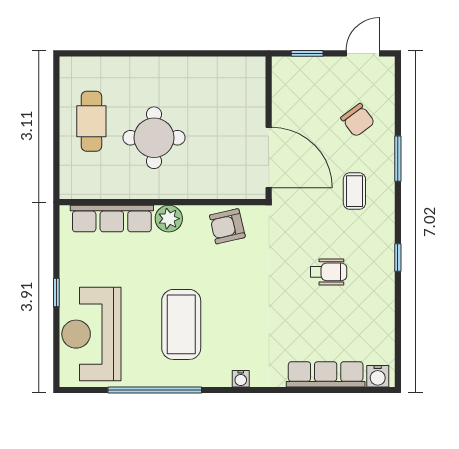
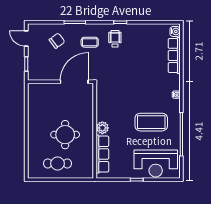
armchair: (227, 226) -> (106, 101), removed
wheelchair: (328, 272) -> (115, 39), moved

